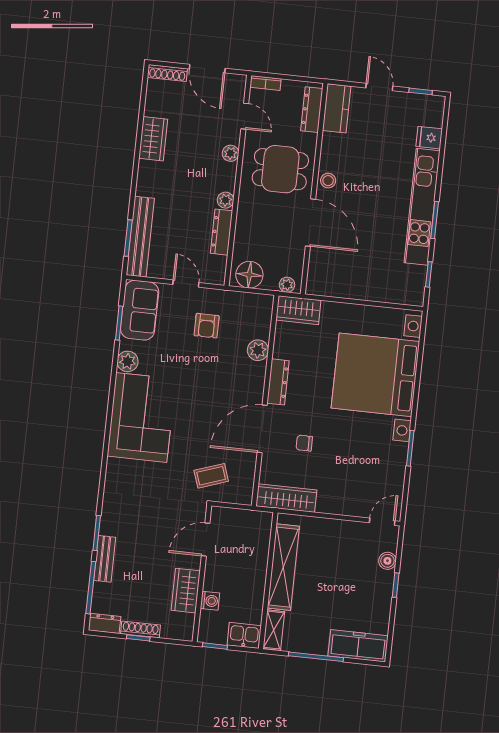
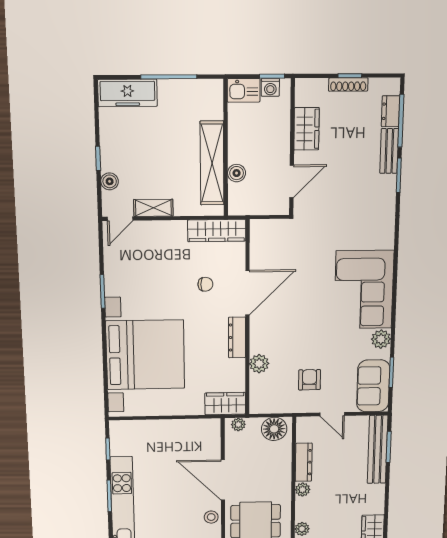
coffee table: (211, 476) -> (292, 243), removed
boiler: (260, 554) -> (237, 173), added
washing machine: (210, 601) -> (270, 87), moved, turned -90
dresser: (105, 623) -> (391, 111), moved, turned 90
shelving: (274, 630) -> (153, 208), moved, turned 90

